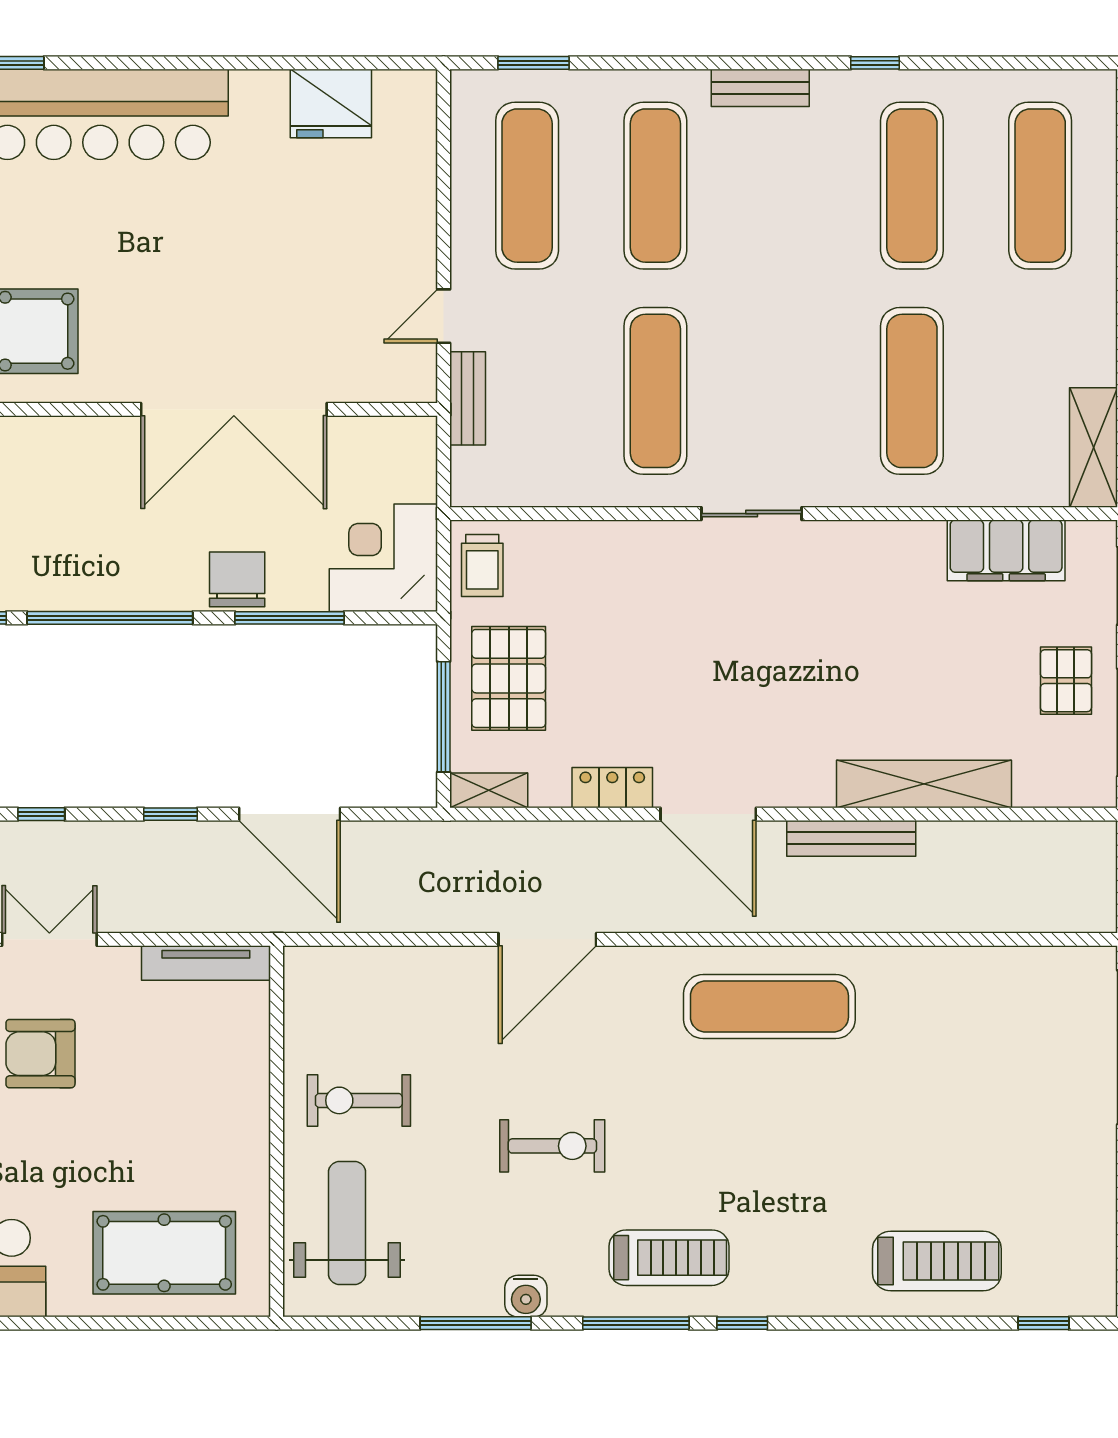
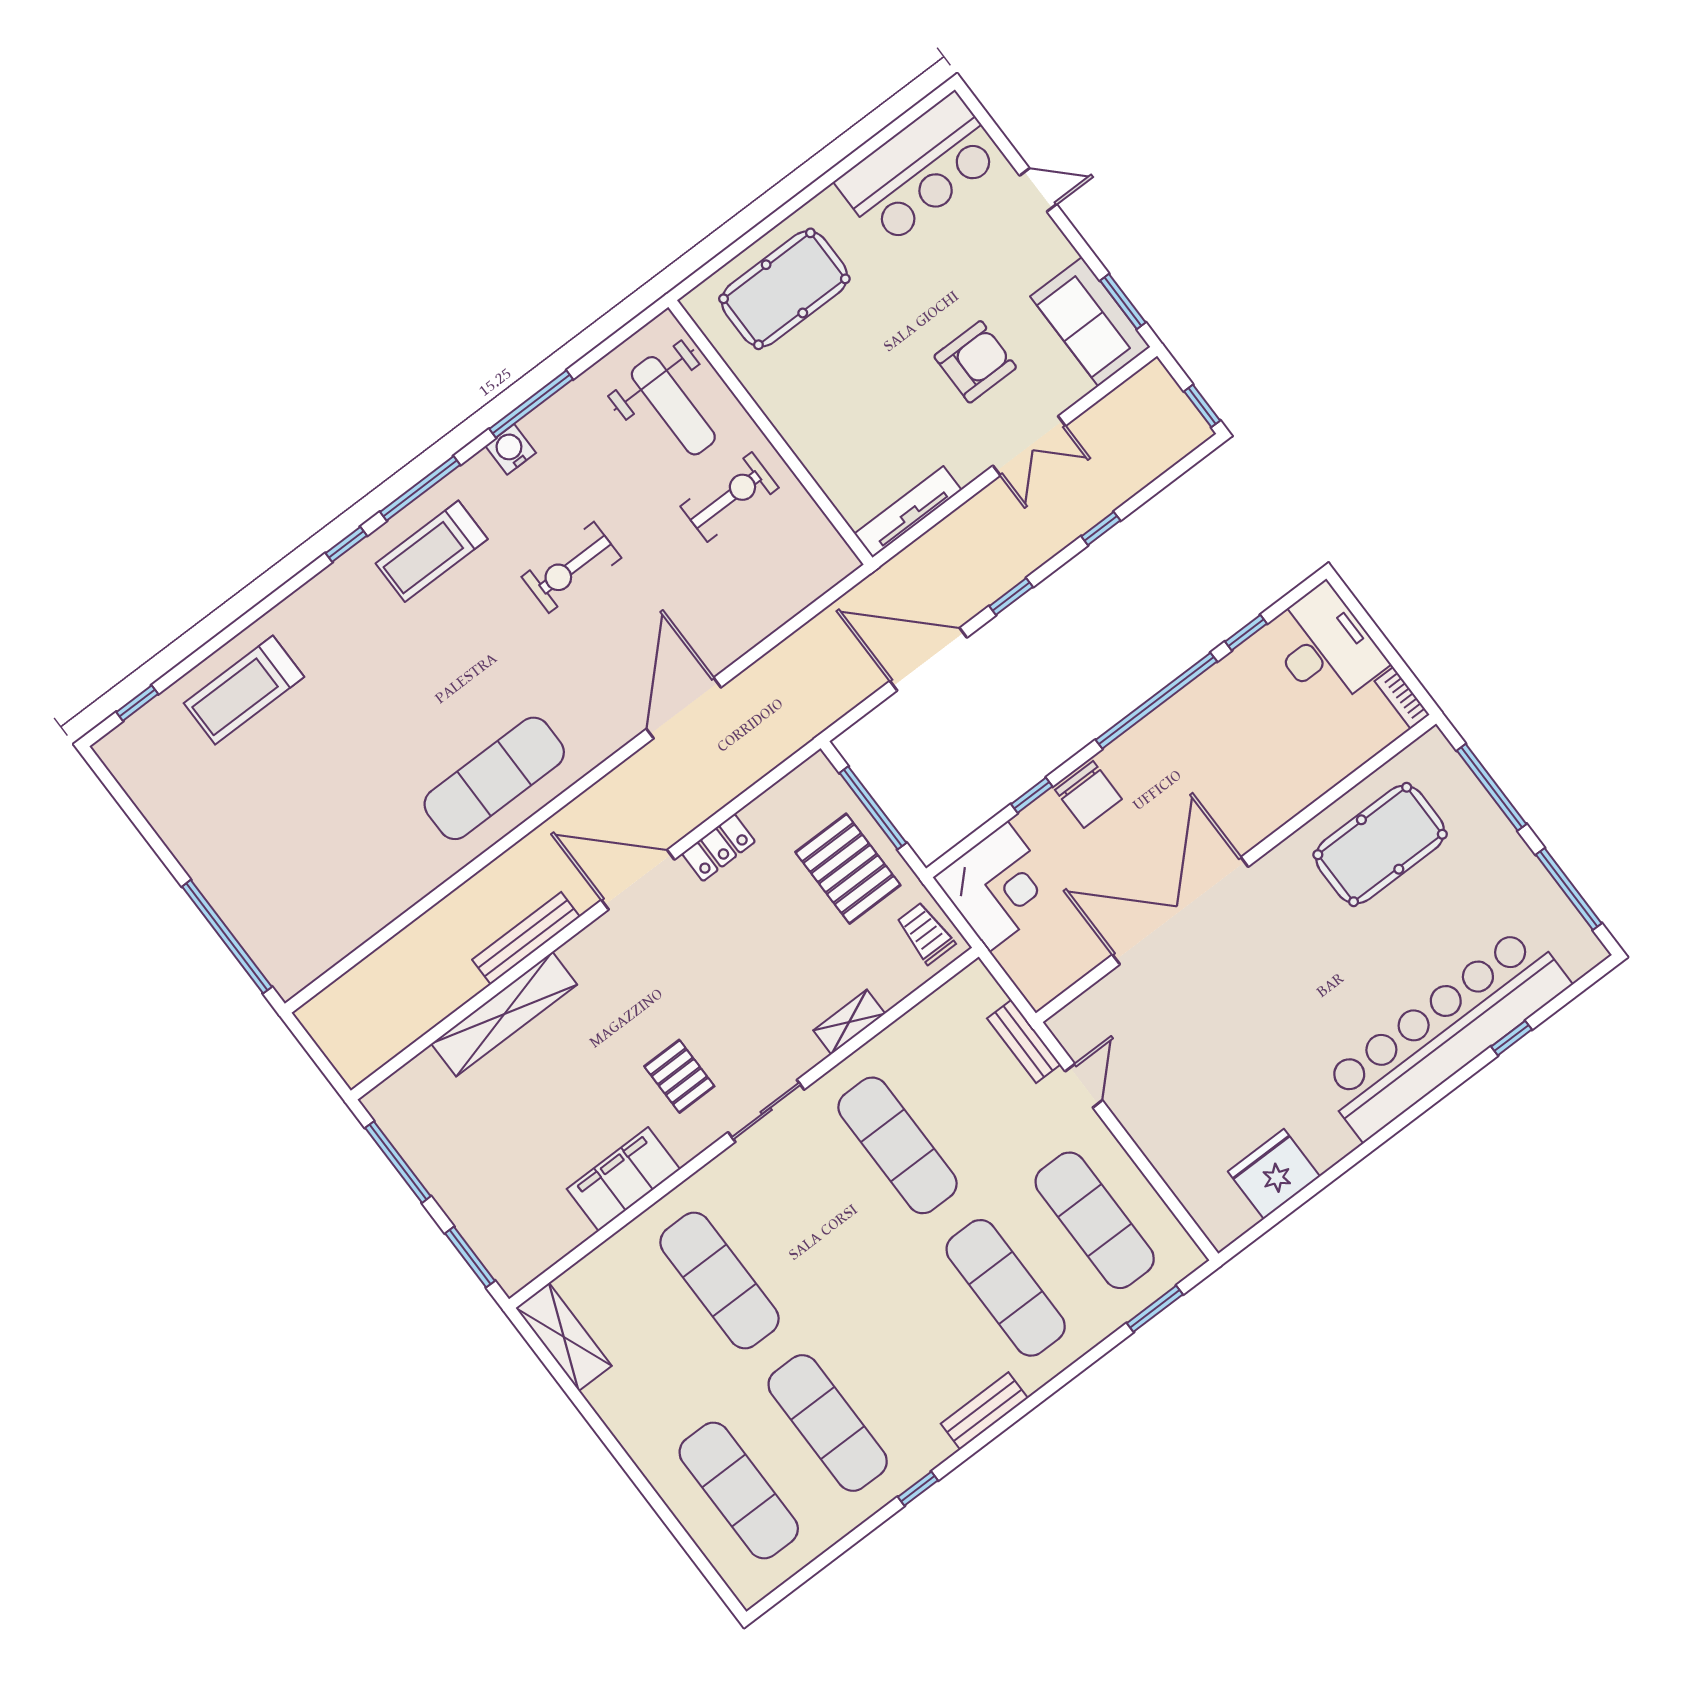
filing cabinet: (1006, 550) -> (623, 1179), moved
window: (290, 618) -> (1032, 795), width x0.46
pallet: (1066, 681) -> (679, 1076), moved
shelving: (489, 790) -> (849, 1022), moved

